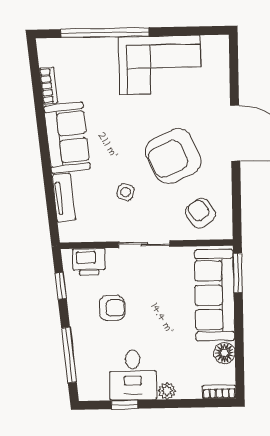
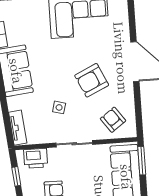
armchair: (173, 156) -> (92, 80), width x0.73, depth x0.73
tv unit: (64, 198) -> (18, 128), moved

